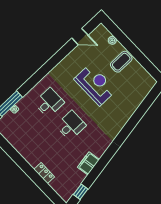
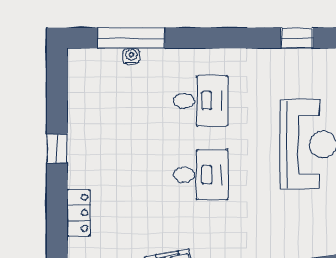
window: (60, 55) -> (297, 38), added
window: (19, 160) -> (57, 149), added

